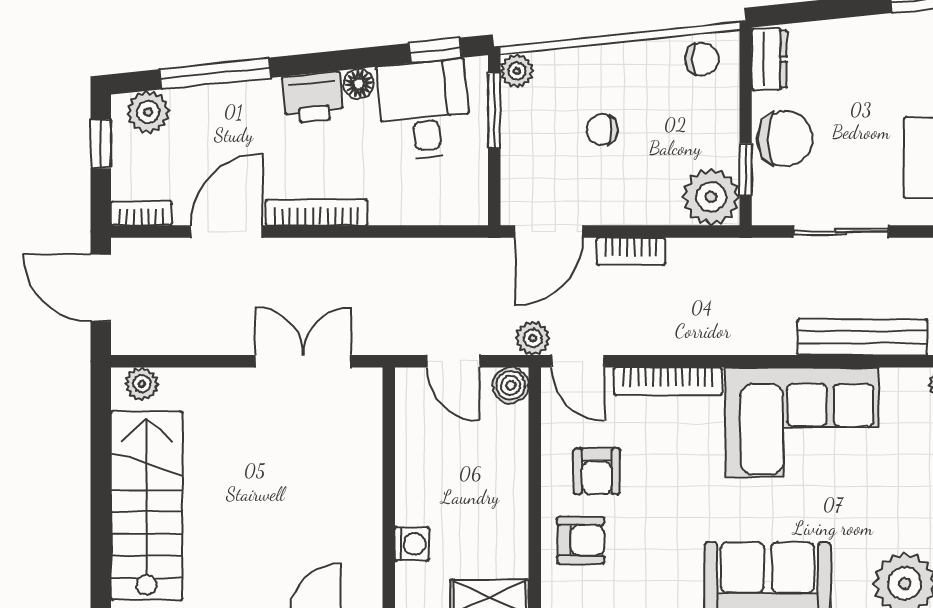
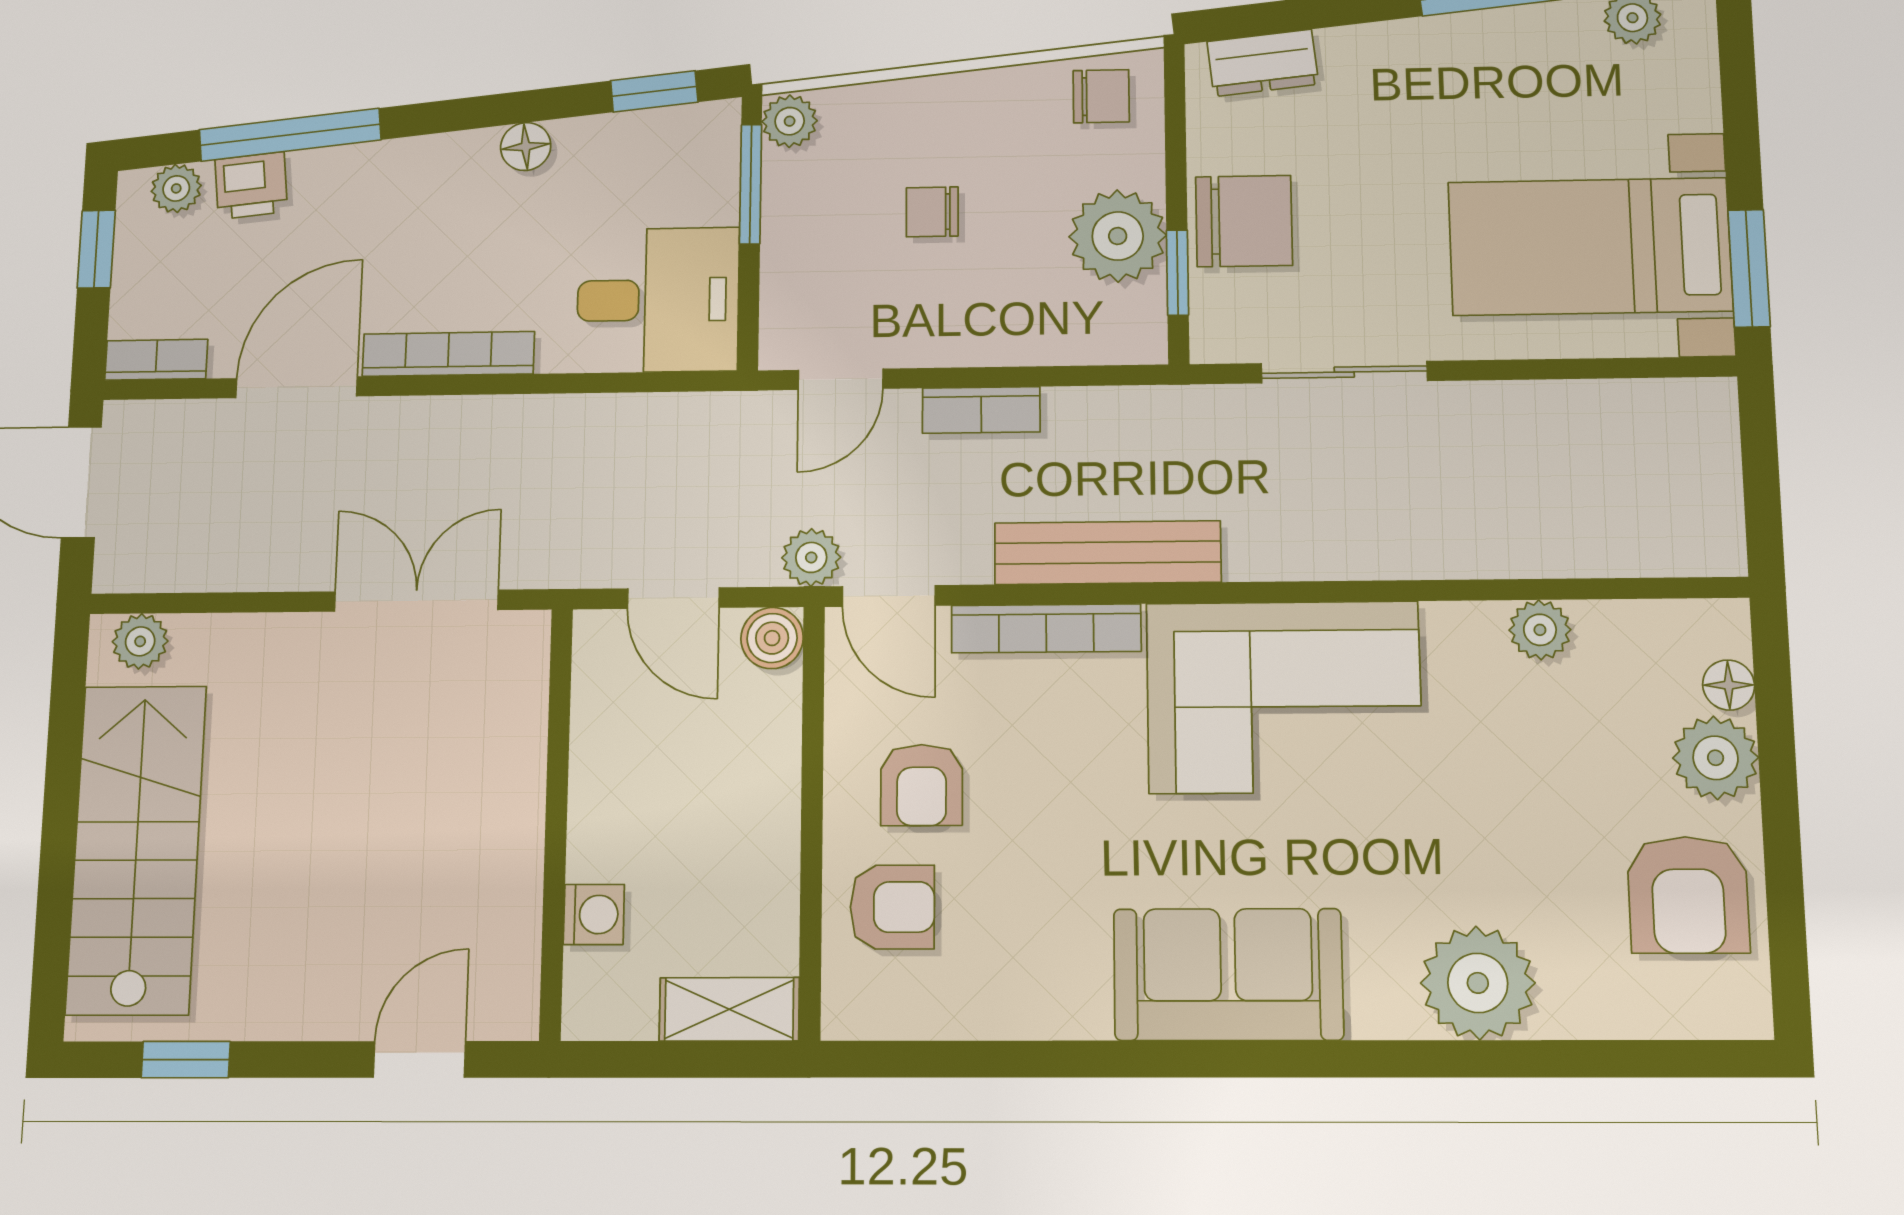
dresser: (769, 59) -> (1263, 63), moved, turned 84
printer: (313, 97) -> (251, 186), moved, width x0.73, depth x0.81
desk: (424, 110) -> (658, 300), moved, turned 96
plant: (148, 112) -> (176, 188), width x0.73, depth x0.73
plant: (711, 197) -> (1118, 236), moved
door: (549, 232) -> (841, 379), width x0.73
bench: (862, 337) -> (1108, 553), moved

